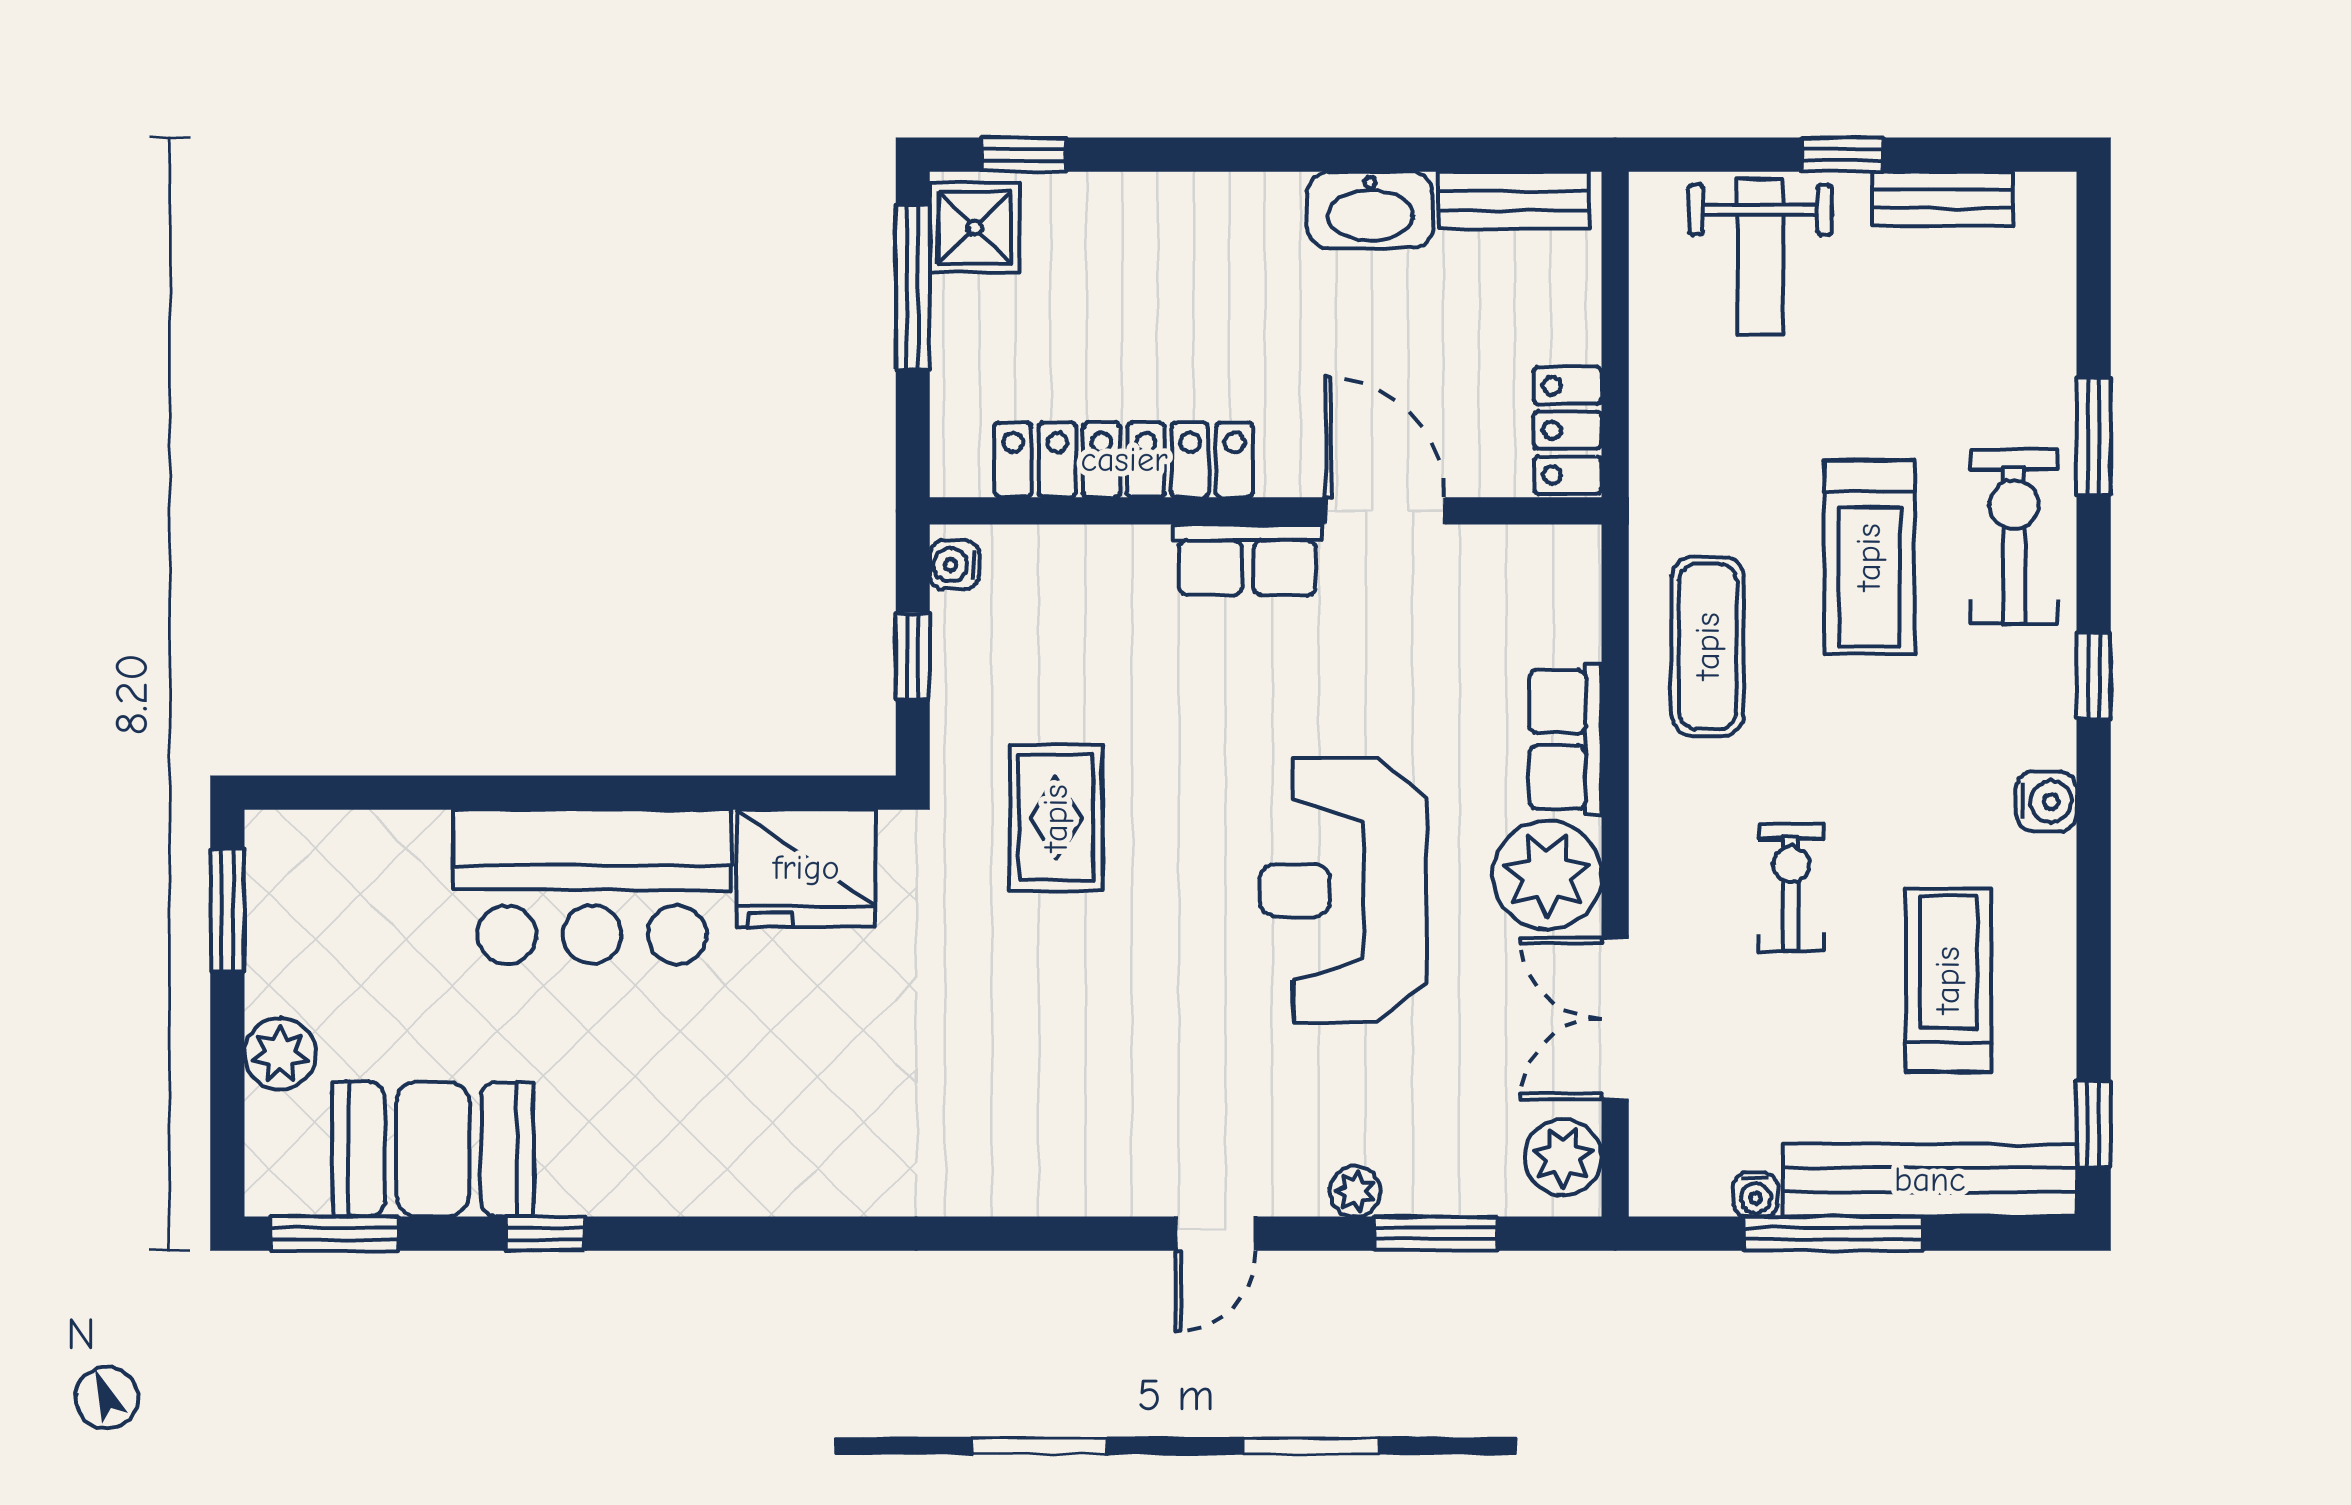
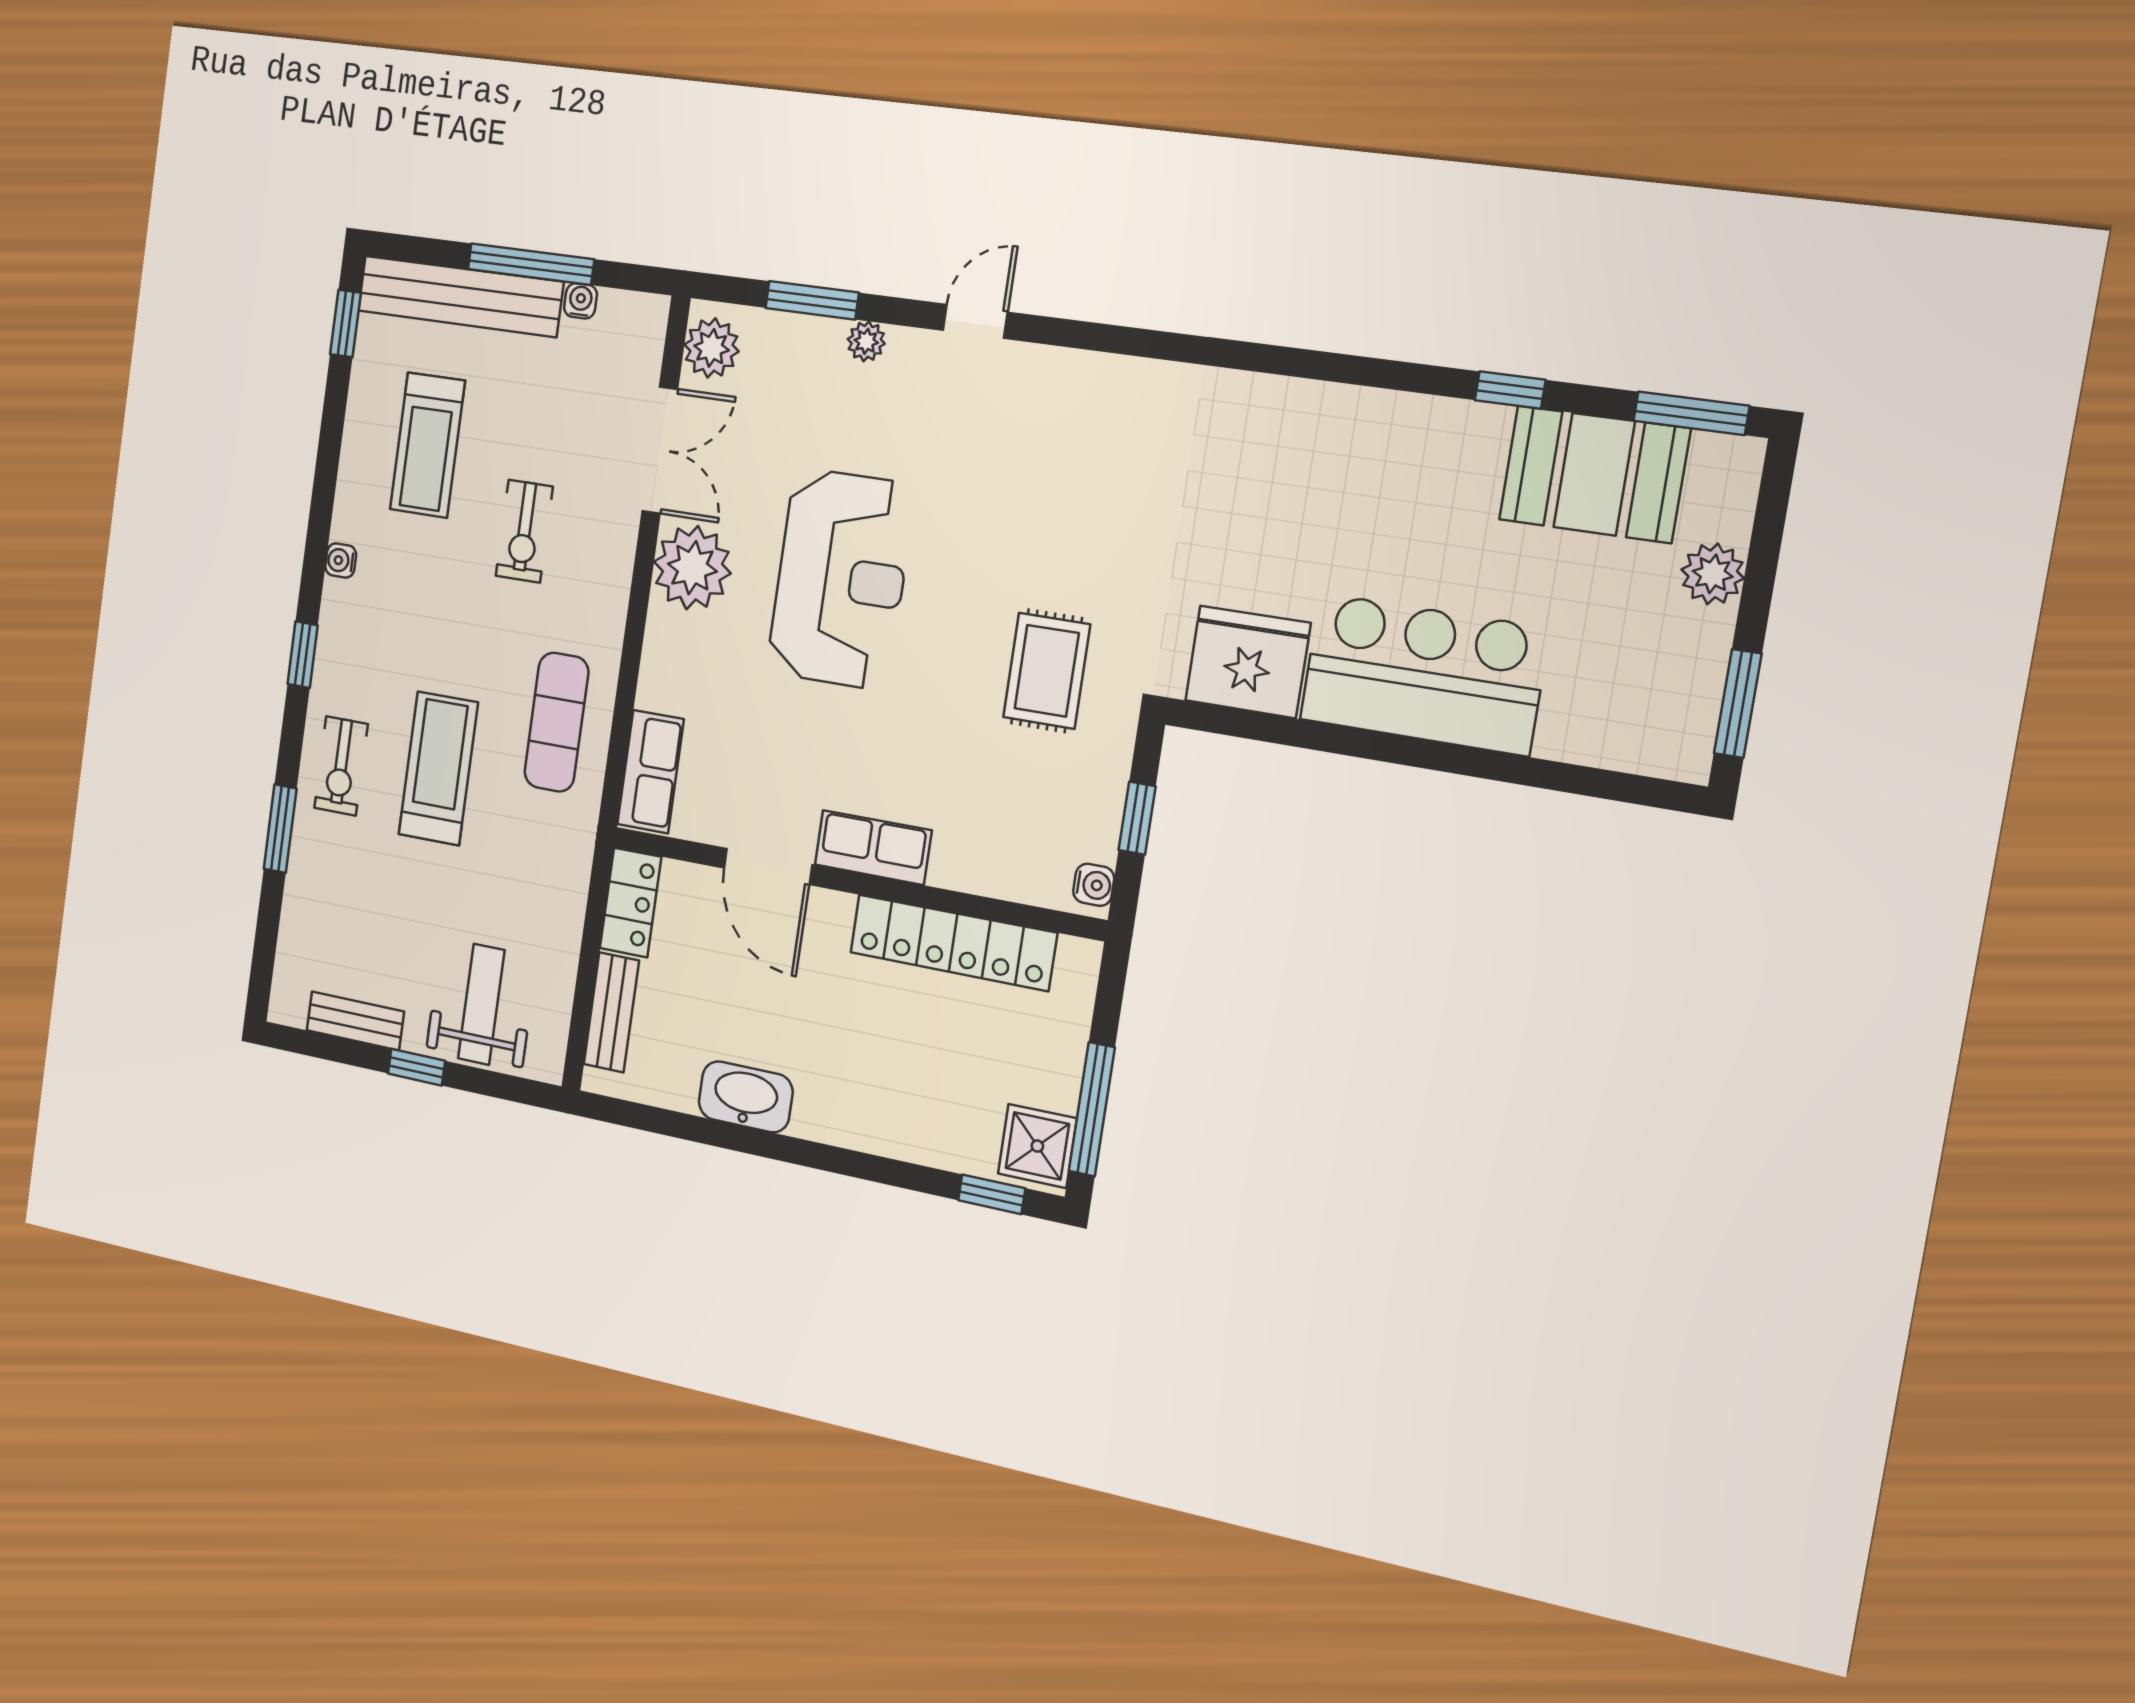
bench: (1514, 200) -> (611, 1012), moved, turned 90
exercise bike: (2014, 536) -> (341, 766), width x0.73, depth x0.72
row of seats: (1565, 739) -> (650, 772), moved
water cooler: (2046, 801) -> (341, 561), width x0.72, depth x0.72

